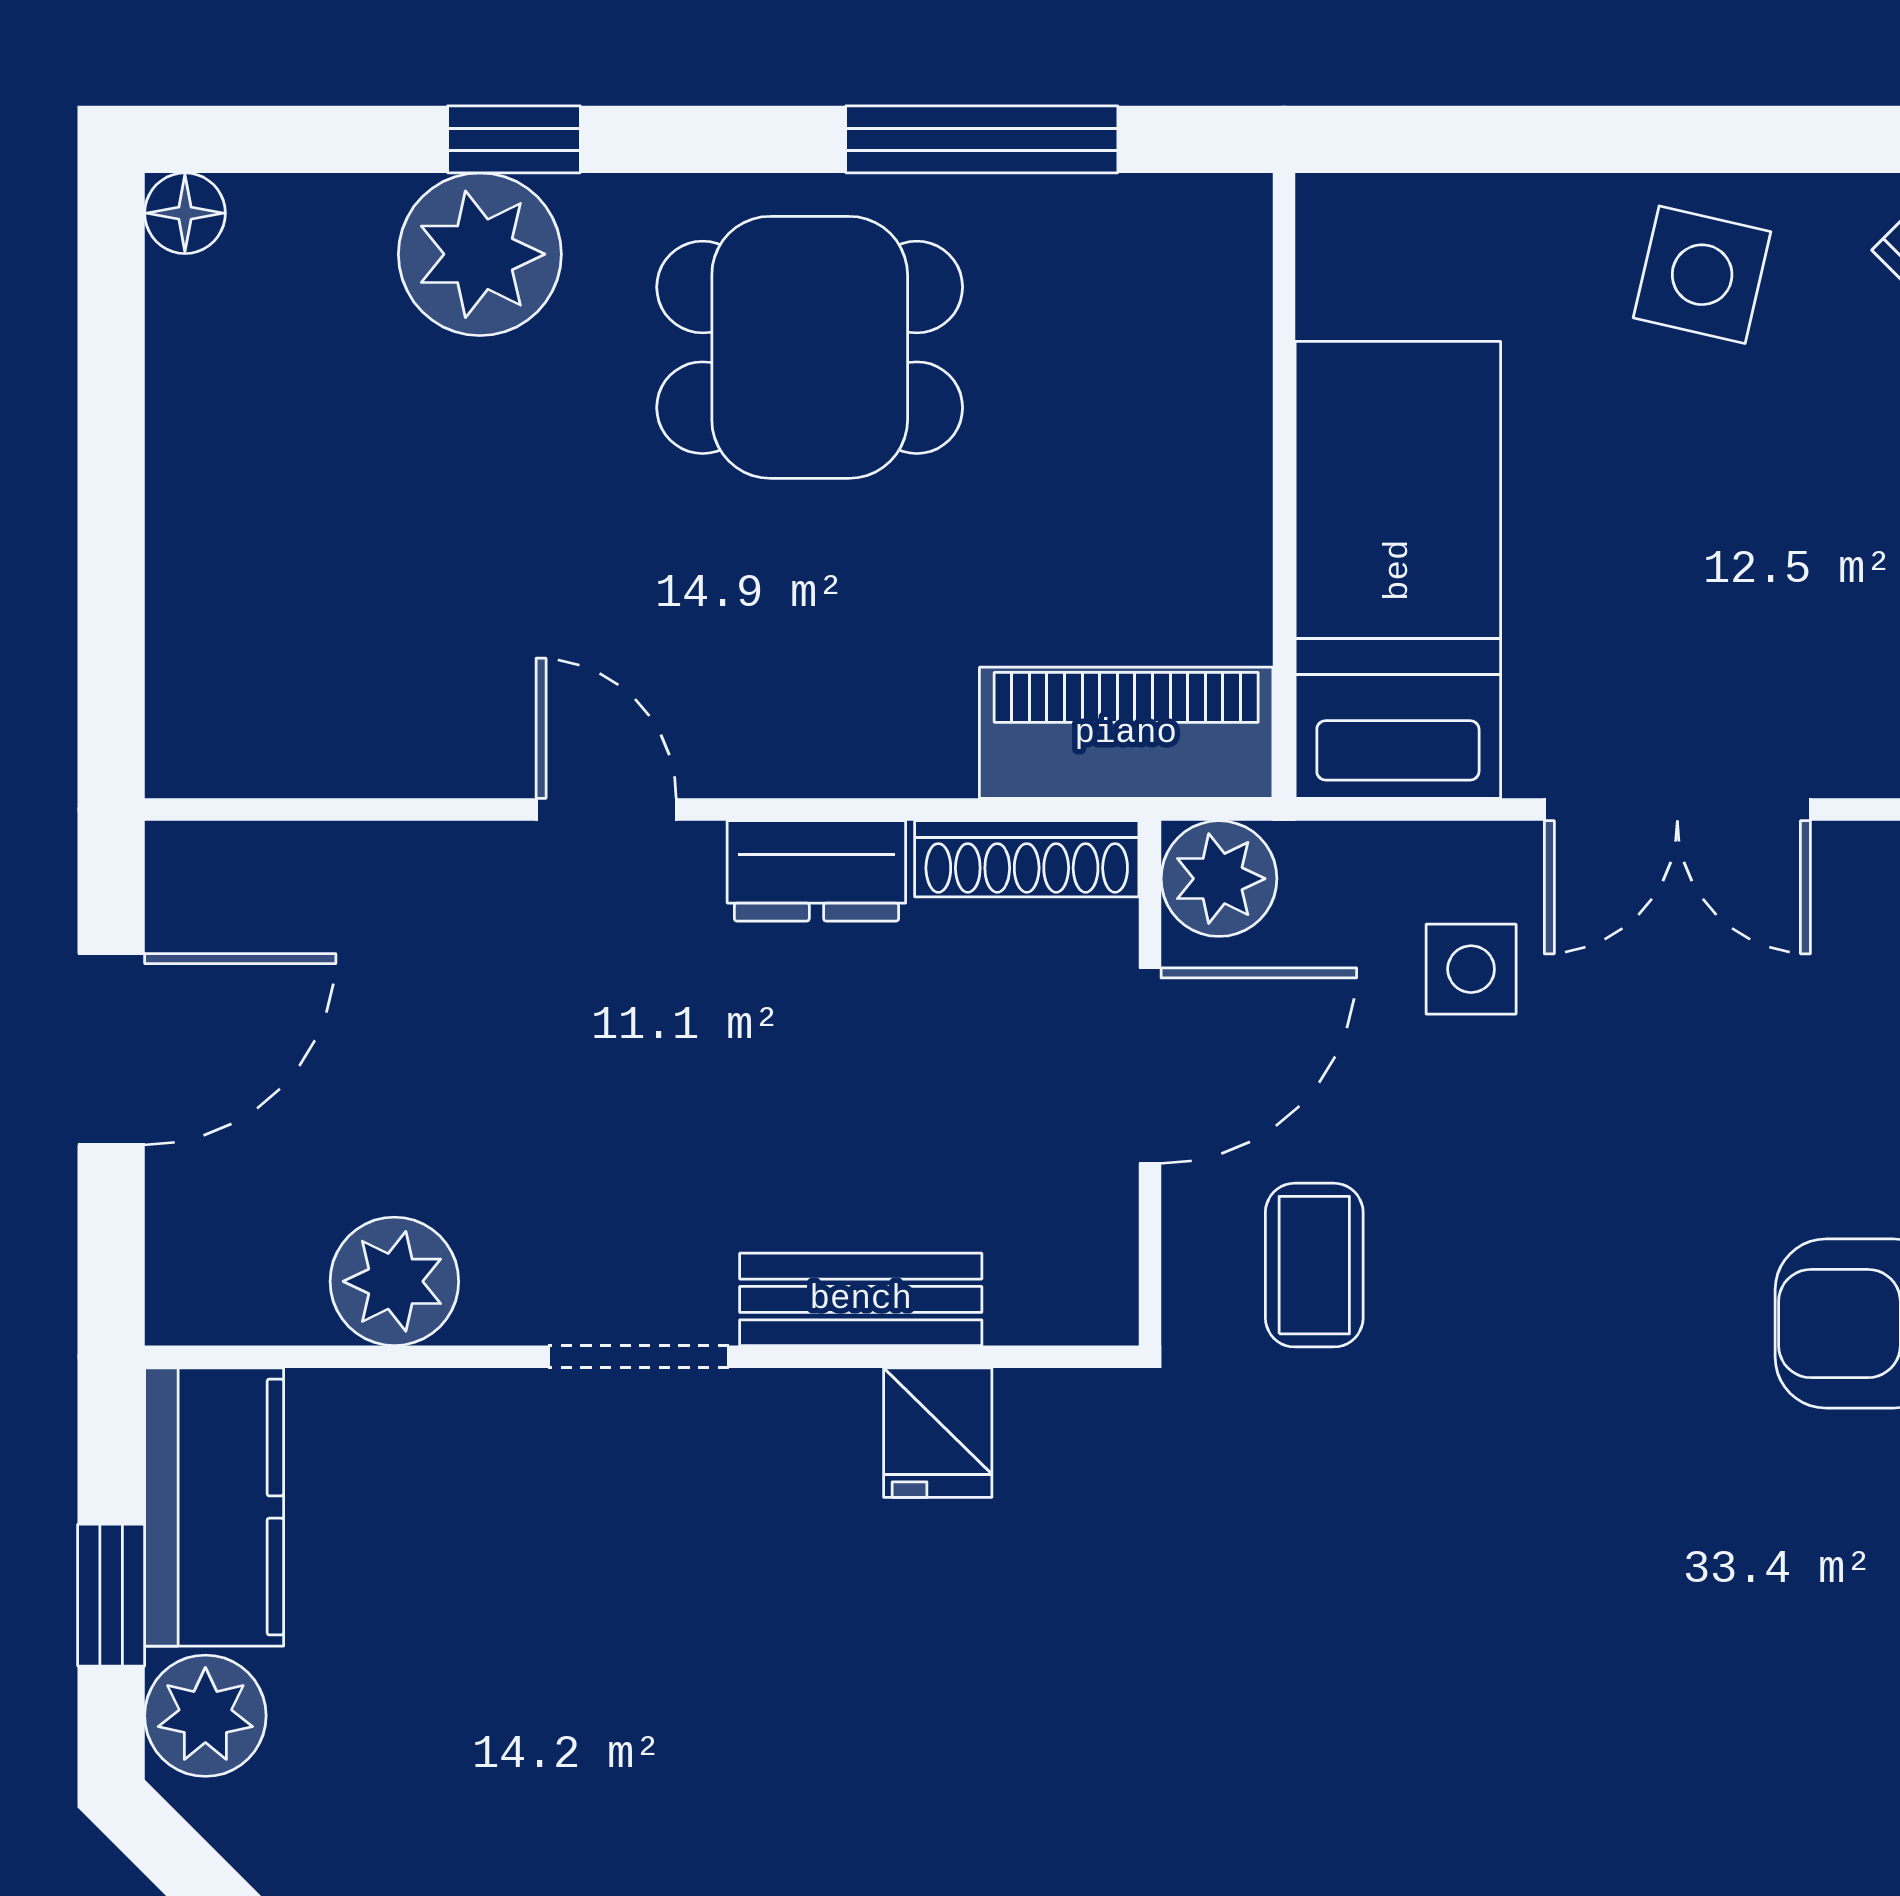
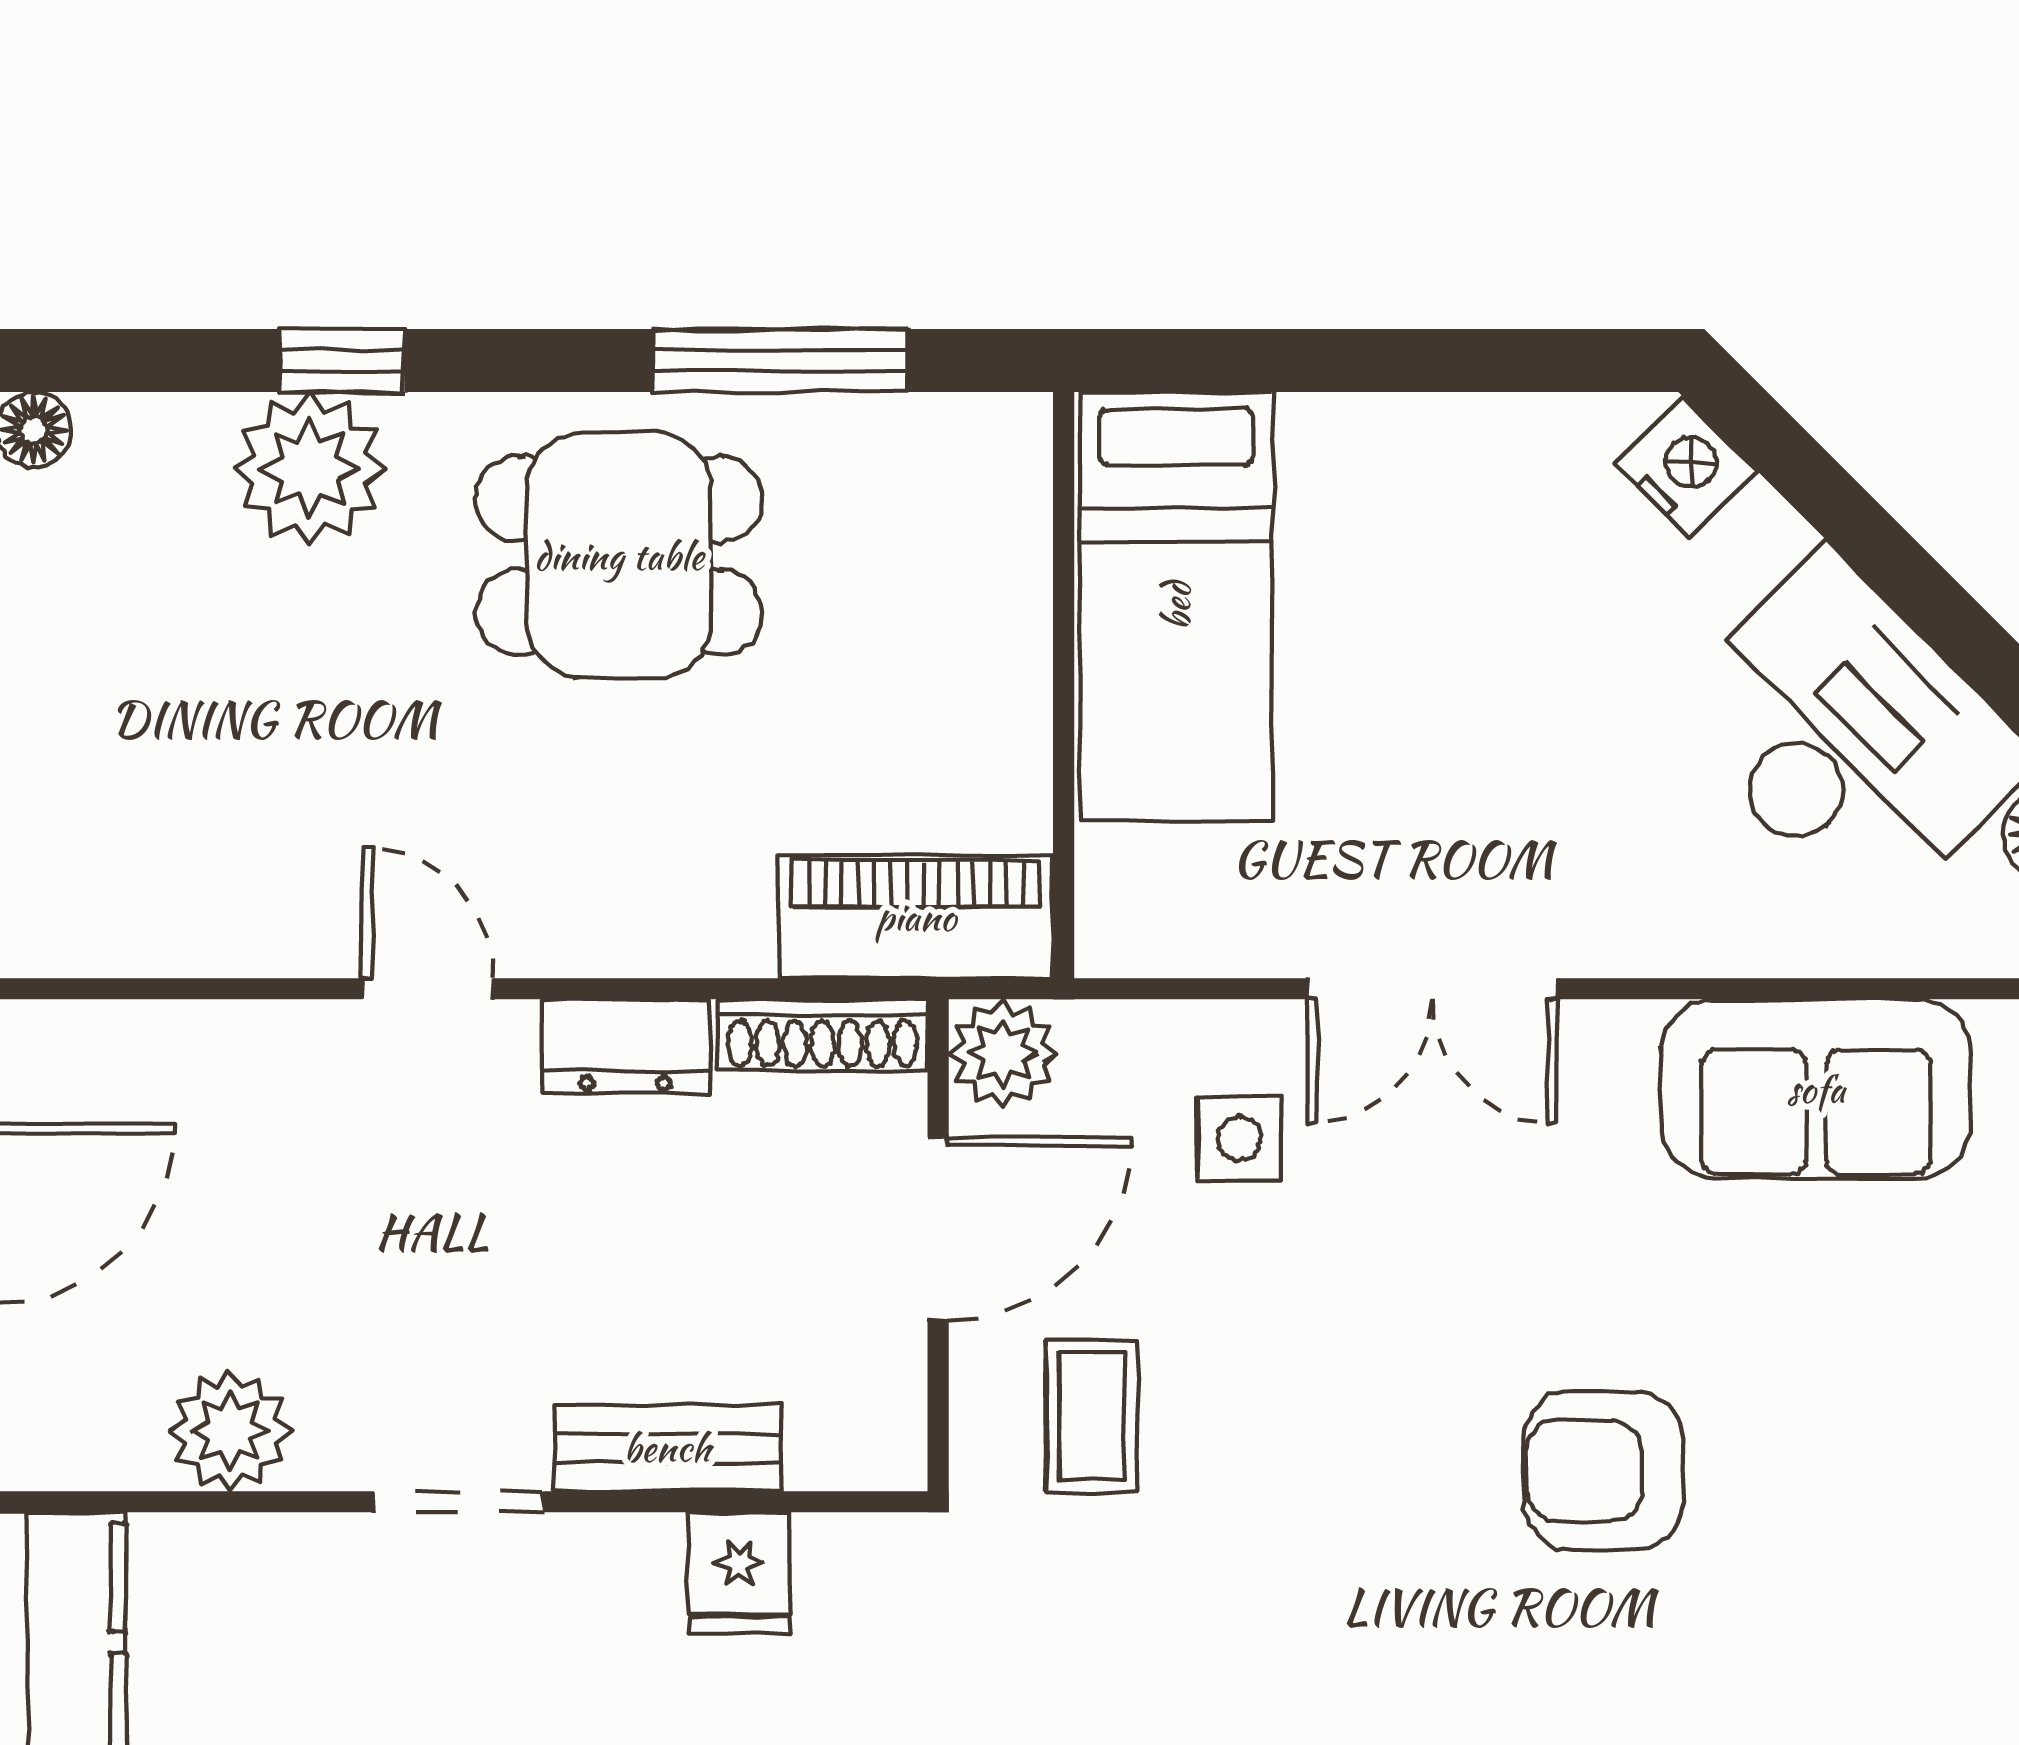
side table: (1702, 275) -> (1456, 487), removed
bed: (1398, 570) -> (1176, 606), moved, turned 180

